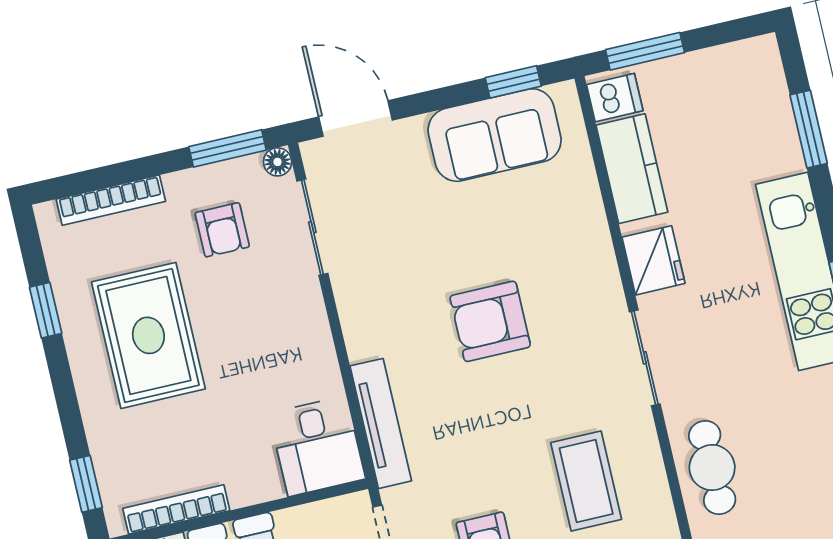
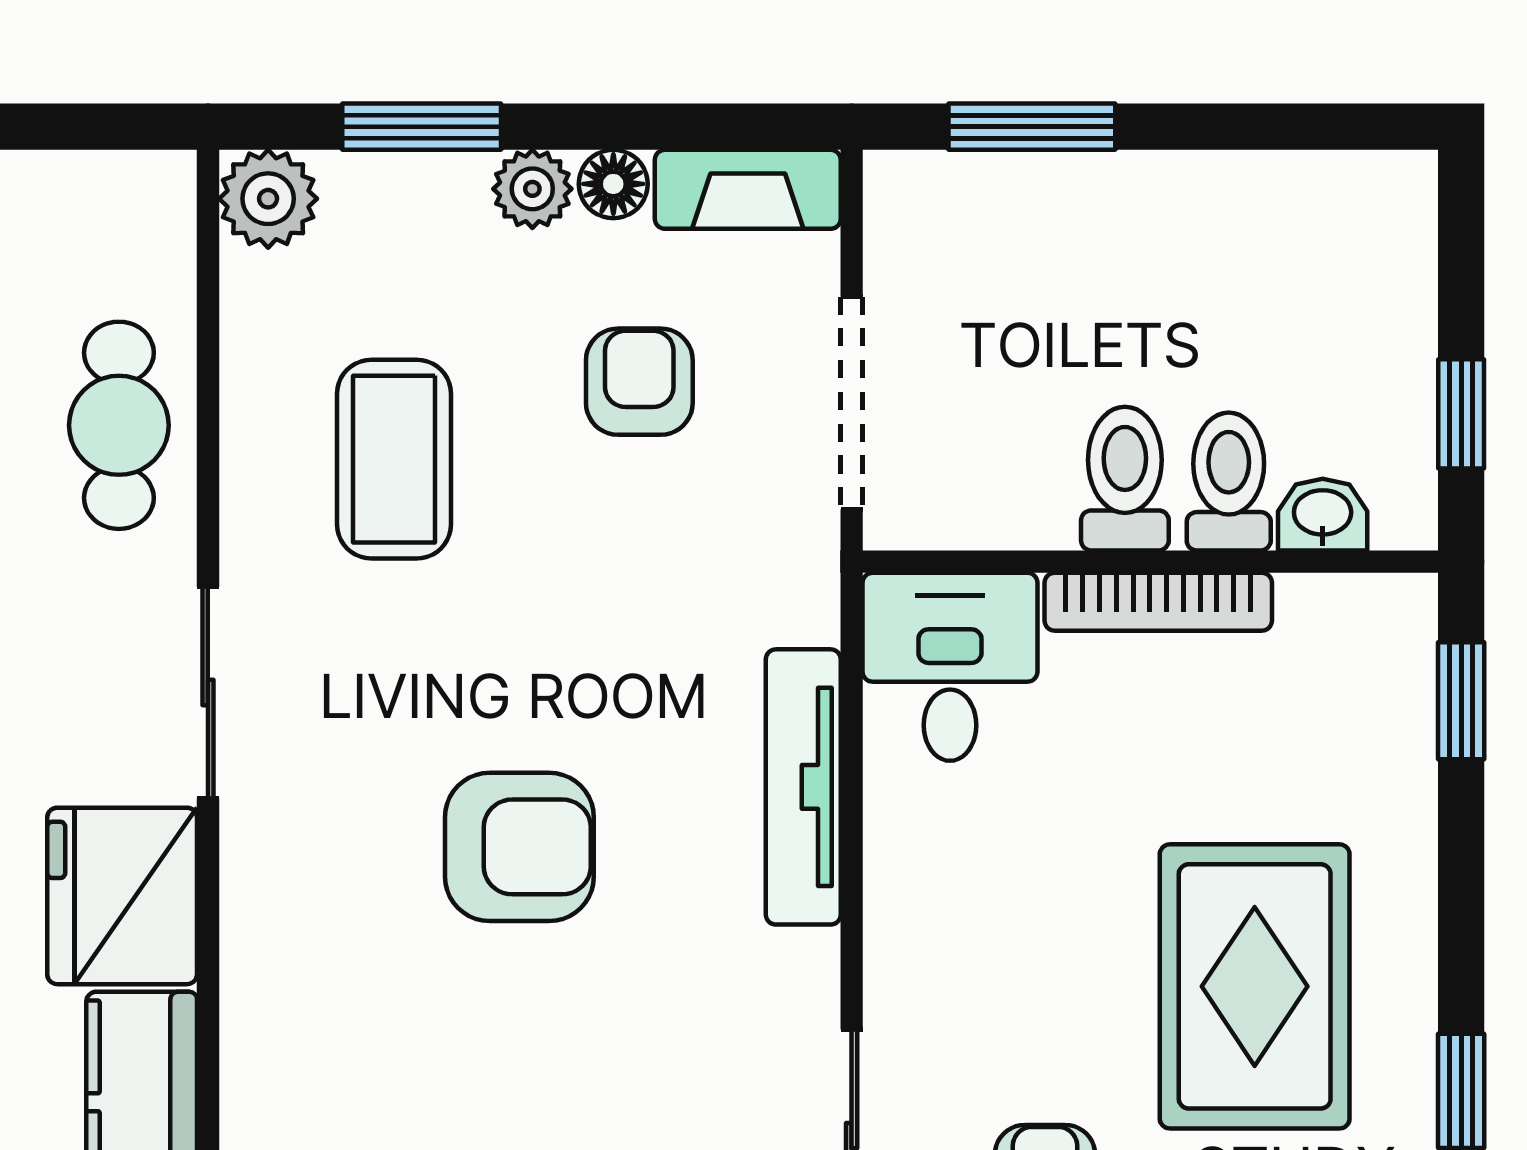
fridge: (653, 260) -> (122, 896), width x1.36, depth x1.34
tv unit: (381, 423) -> (803, 787), moved
bookcase: (176, 509) -> (1158, 602), moved

